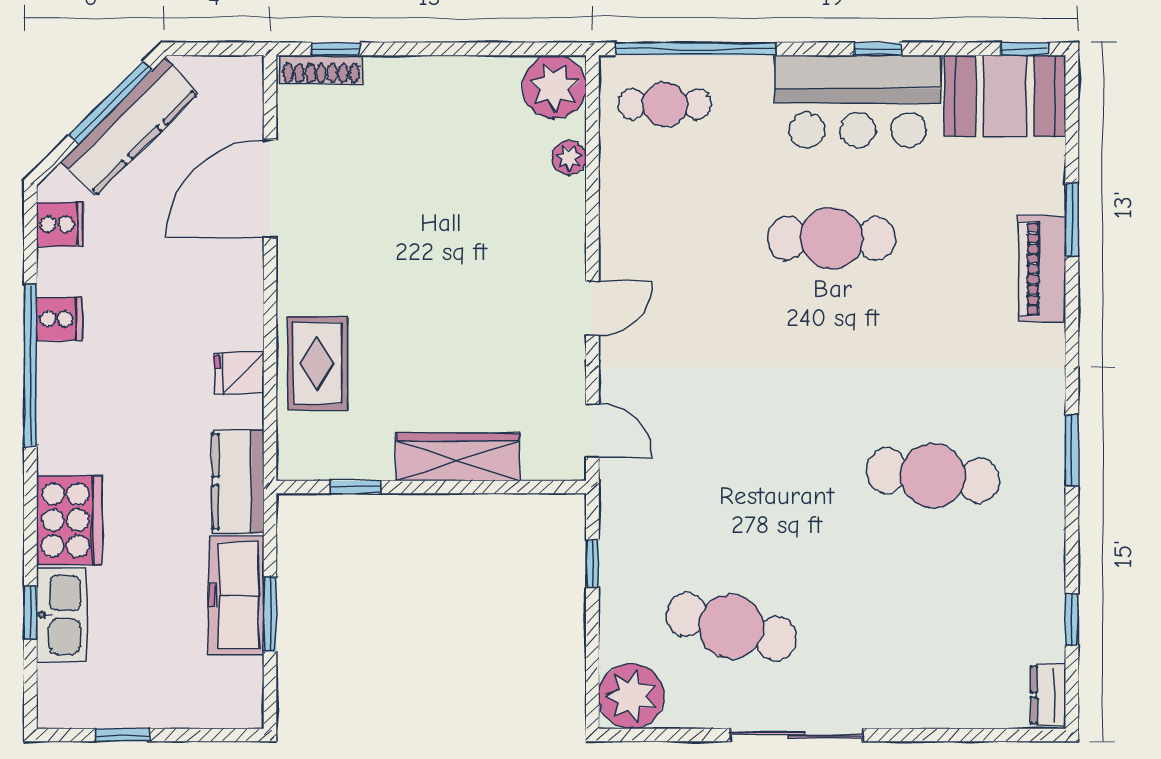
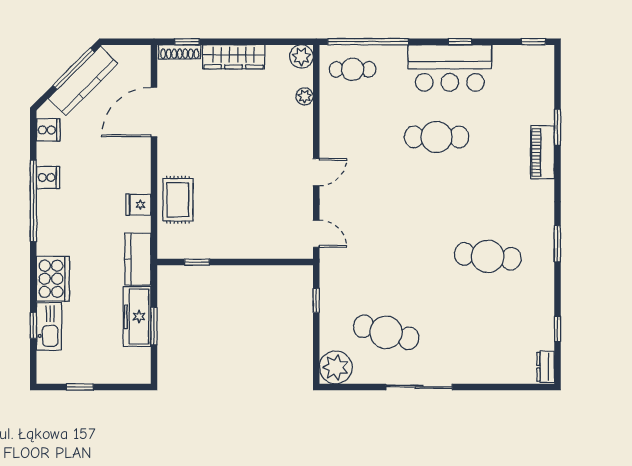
plant: (554, 87) -> (301, 56), width x0.73, depth x0.73
booth: (1005, 96) -> (524, 65), removed
wardrobe: (458, 457) -> (234, 57), moved, turned 180

